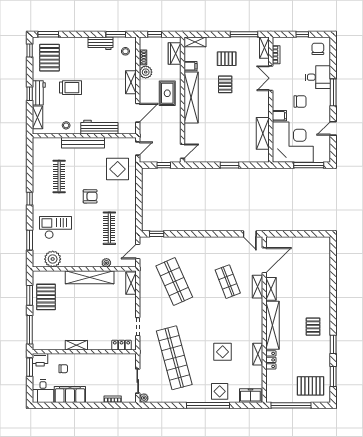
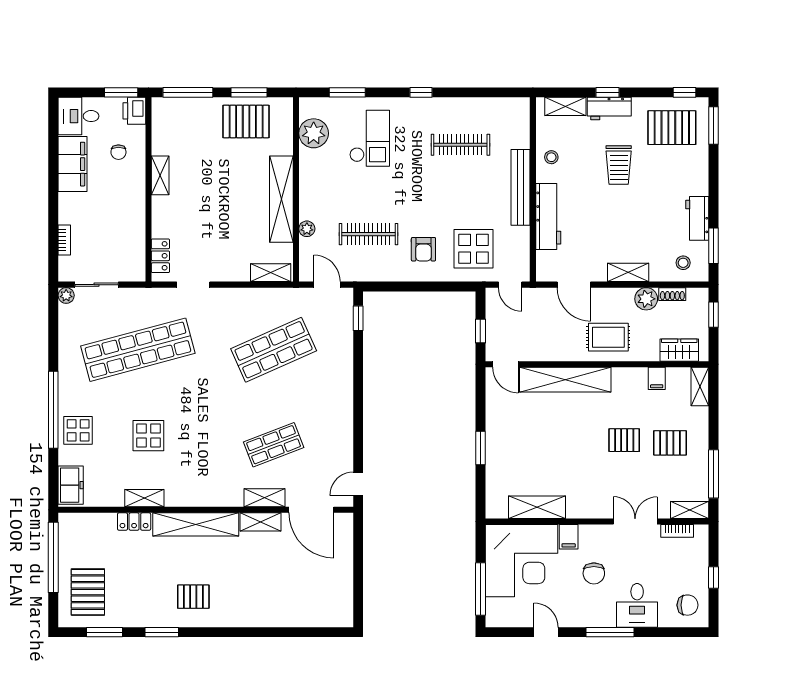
pallet: (227, 59) -> (670, 443), turned 90
shelving: (191, 97) -> (565, 380), moved
armchair: (90, 196) -> (423, 249), moved

